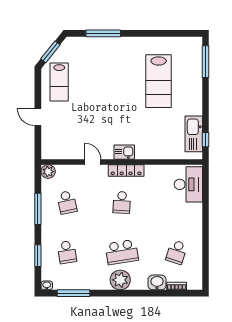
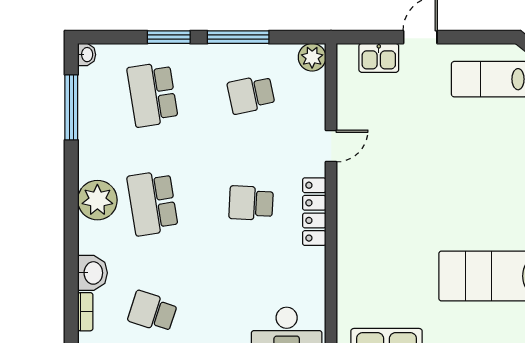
kitchen sink: (124, 152) -> (379, 58), moved, turned 90
school desk: (67, 252) -> (153, 94), width x1.85
window: (38, 256) -> (169, 37), moved

